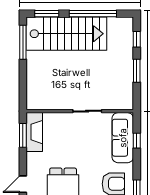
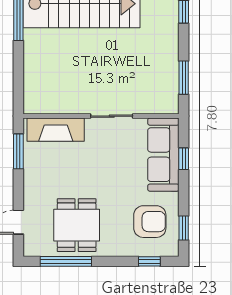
window: (137, 71) -> (184, 78), moved
fireplace: (34, 132) -> (56, 130), moved, turned 90

